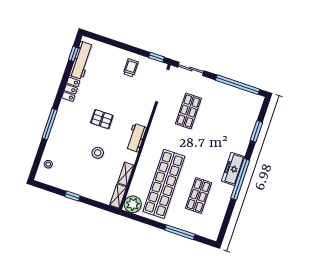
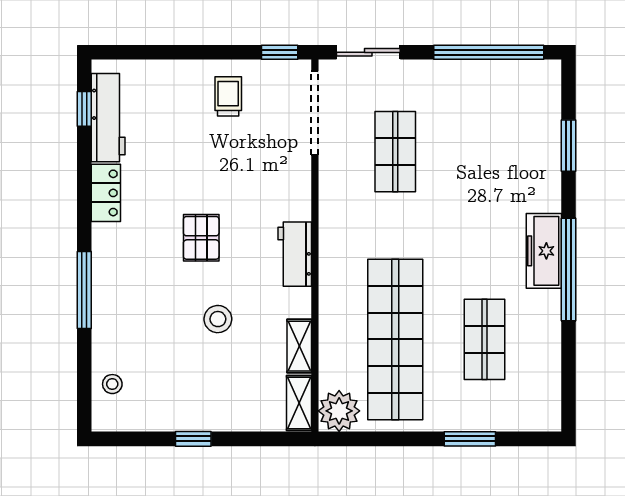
pallet: (102, 119) -> (201, 238), turned 90
window: (180, 232) -> (470, 439), width x0.69

